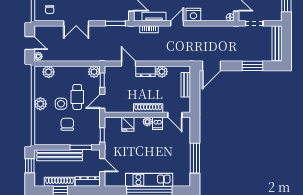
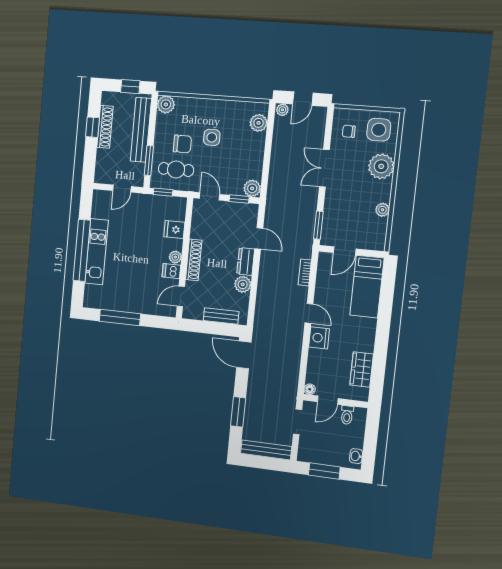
tv unit: (154, 17) -> (322, 281), removed
door: (128, 64) -> (259, 238), hinge flipped
cafe table: (77, 97) -> (176, 169), moved
plant: (40, 104) -> (166, 104), moved
dresser: (88, 182) -> (102, 166), removed

